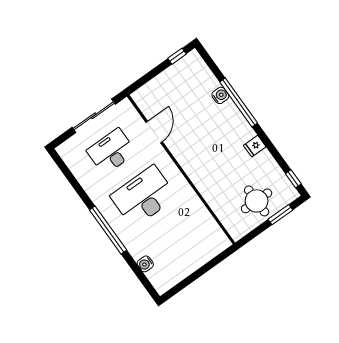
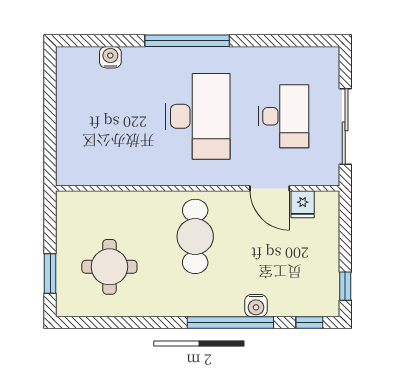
fridge: (255, 146) -> (303, 204), moved, turned 180
cafe table: (207, 153) -> (195, 236), added
window: (293, 179) -> (309, 322), moved
round table: (257, 201) -> (109, 267), moved

